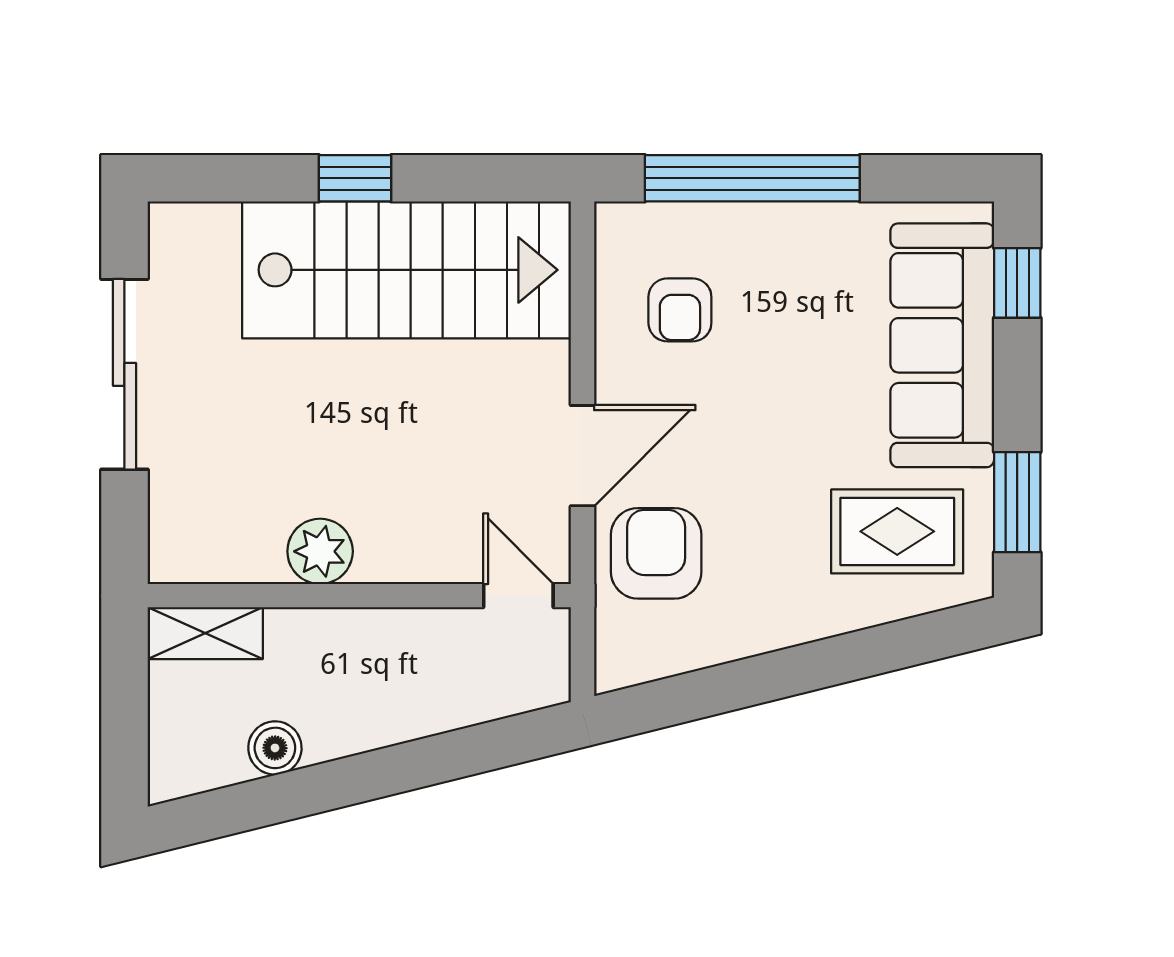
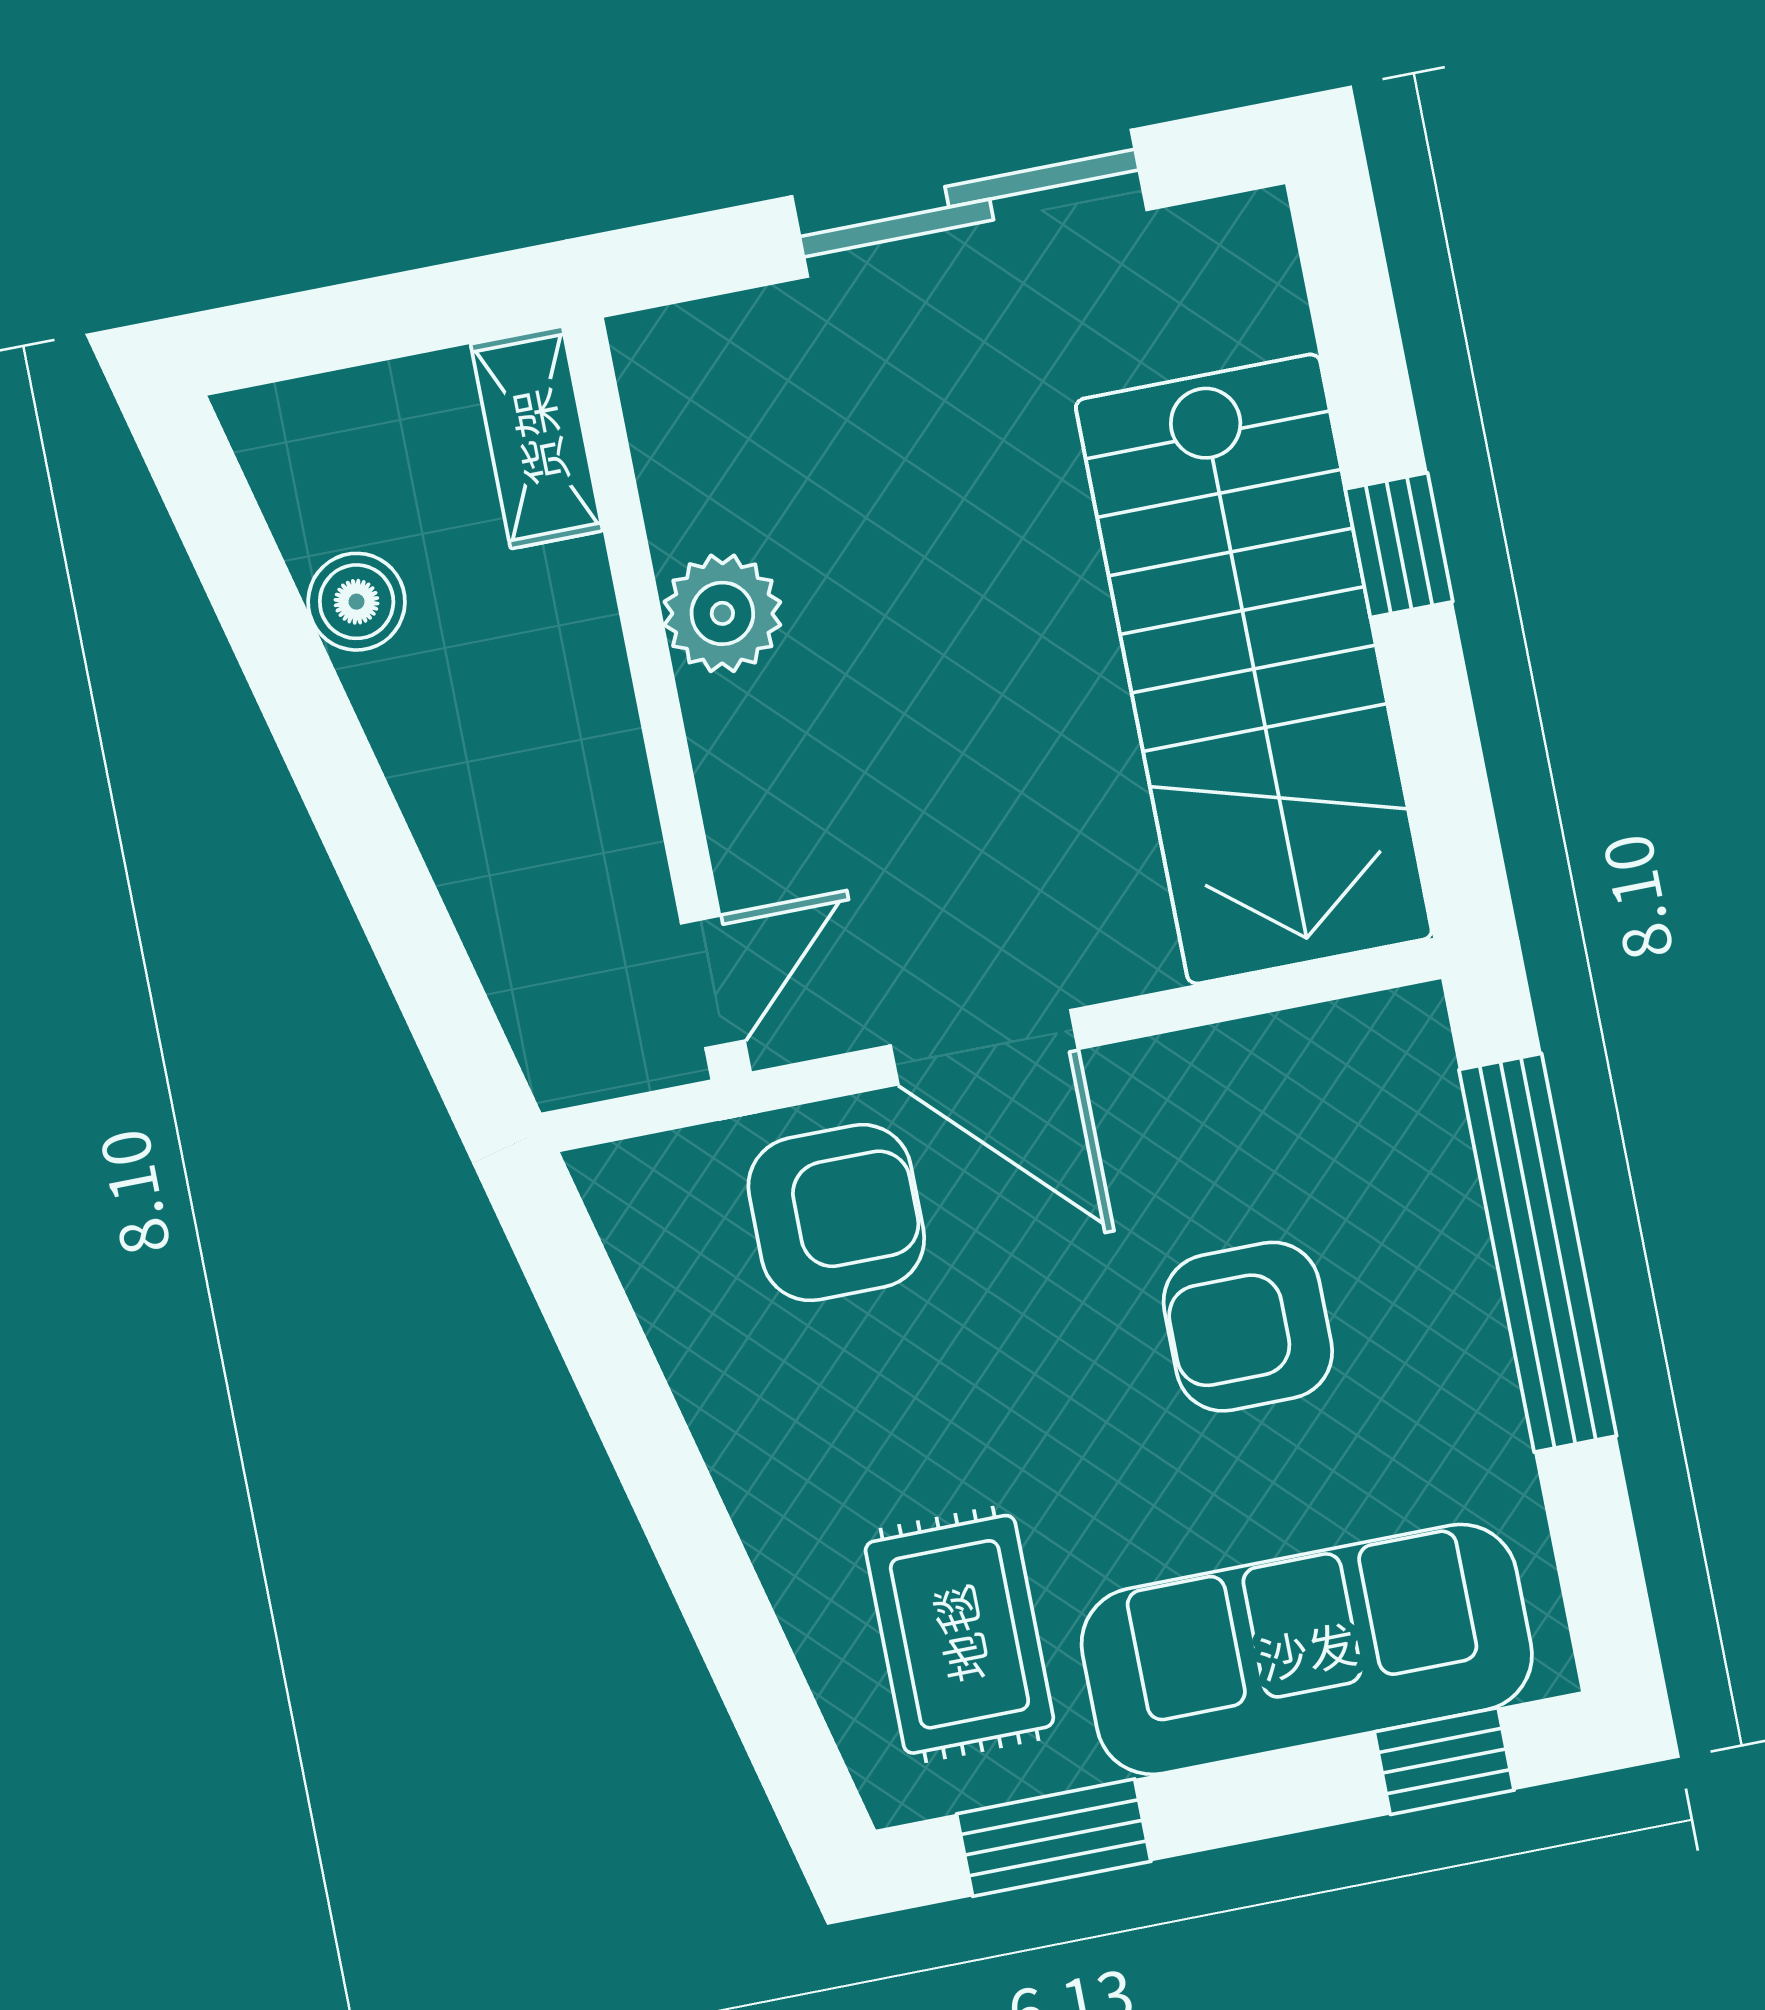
armchair: (680, 310) -> (1248, 1327), moved, width x1.38, depth x1.38

